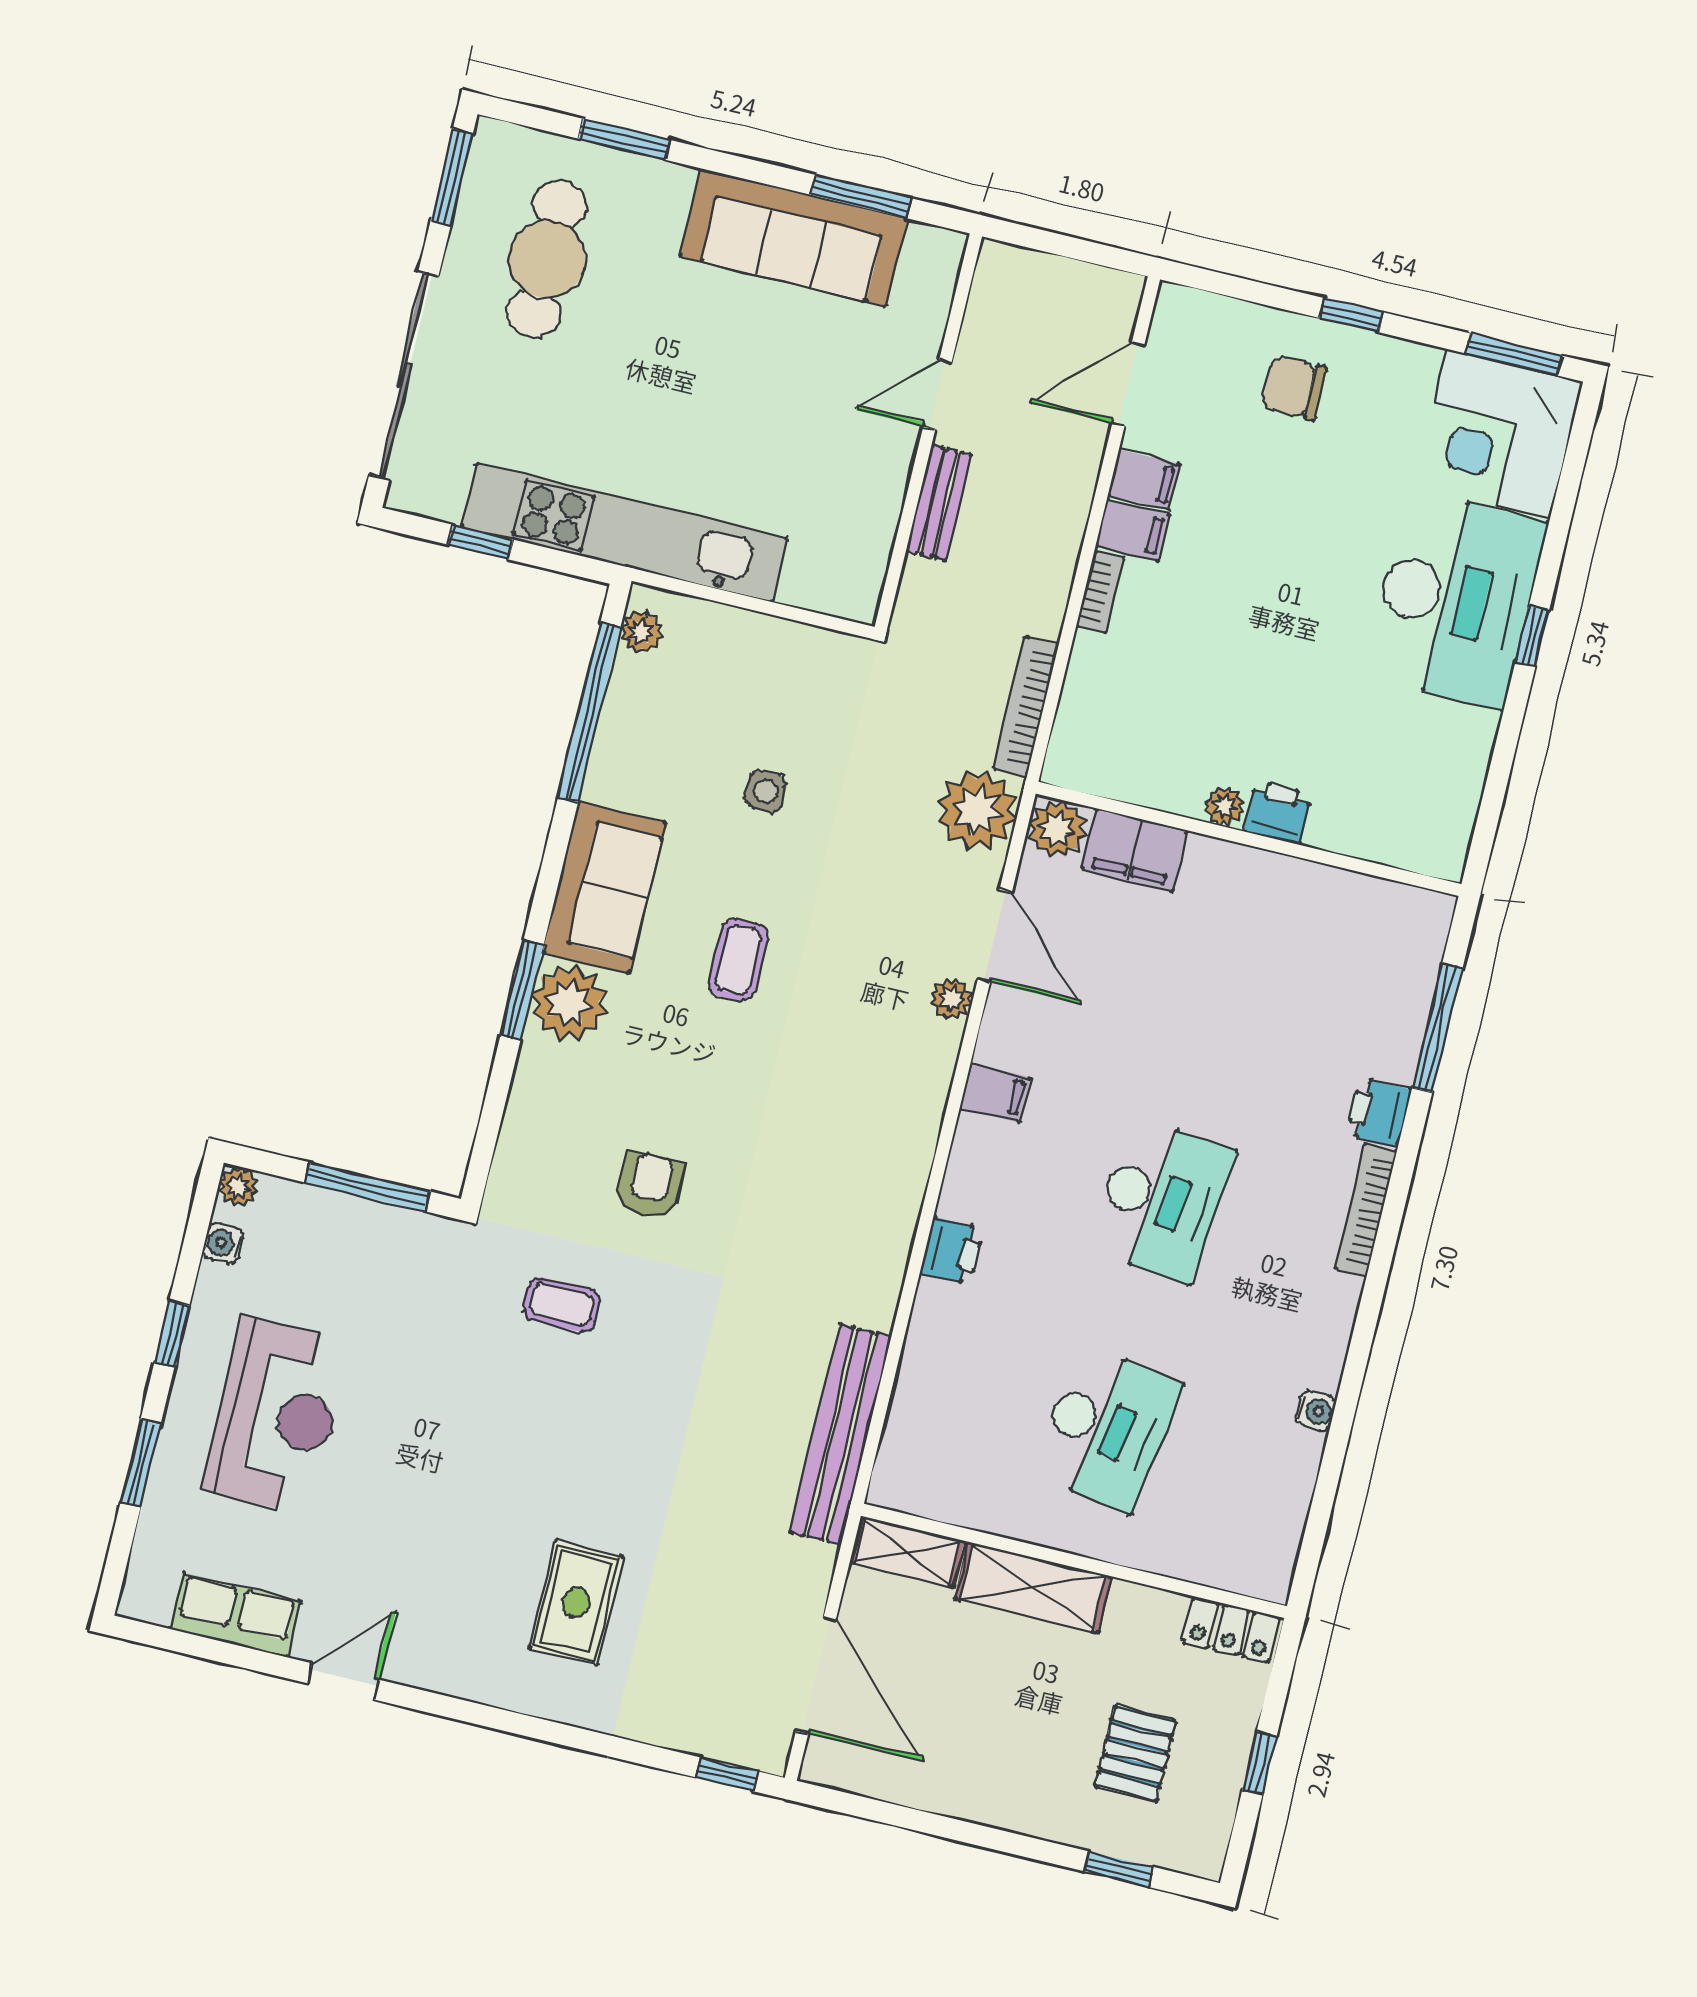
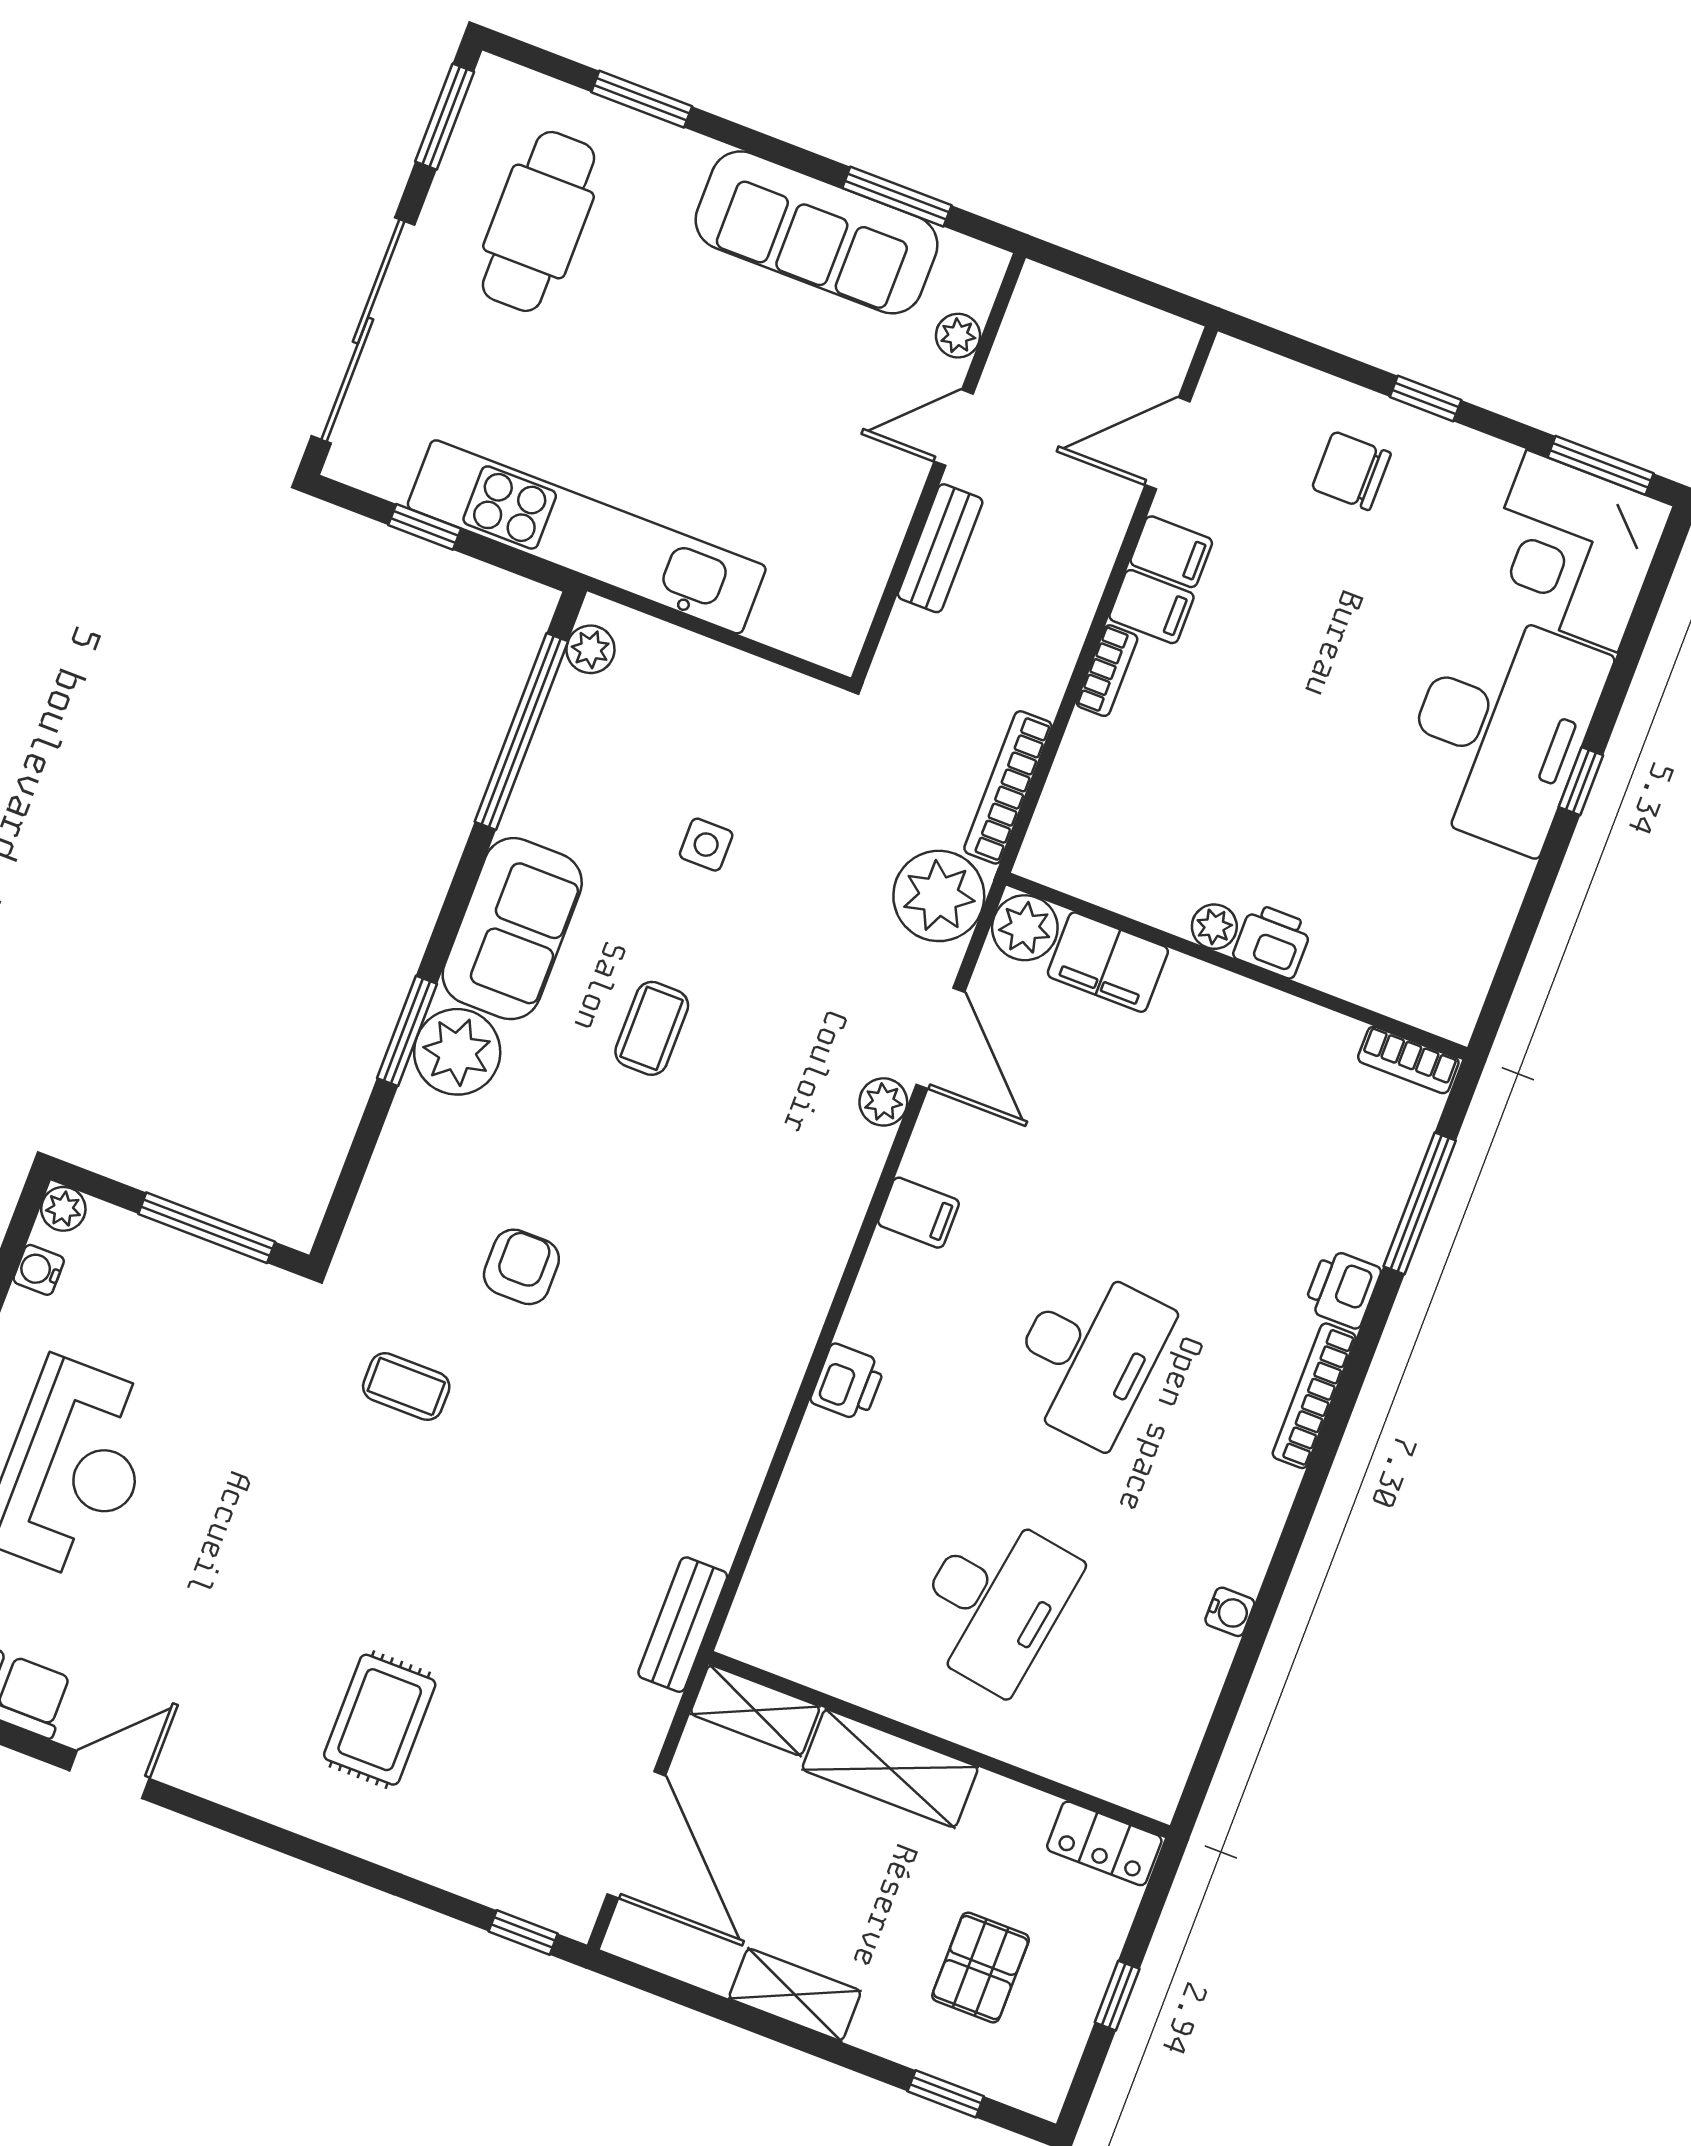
plant: (931, 313) -> (958, 336), added
bookcase: (1411, 902) -> (1408, 1060), added
bench: (840, 1434) -> (683, 1625), width x0.54, depth x0.82
shelving: (974, 1799) -> (795, 1995), added

